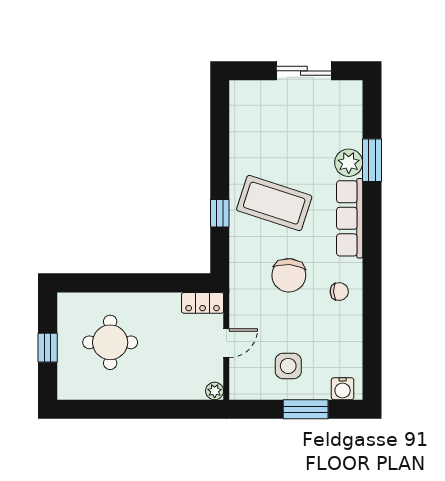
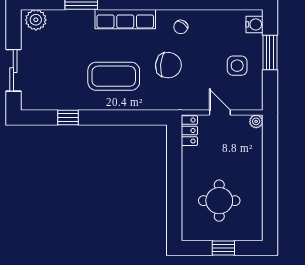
sliding door: (304, 71) -> (13, 70), moved
plant: (349, 163) -> (36, 20), moved
coffee table: (274, 203) -> (114, 76), turned 72
window: (220, 213) -> (68, 118), moved
chair: (339, 292) -> (181, 27), turned -142

